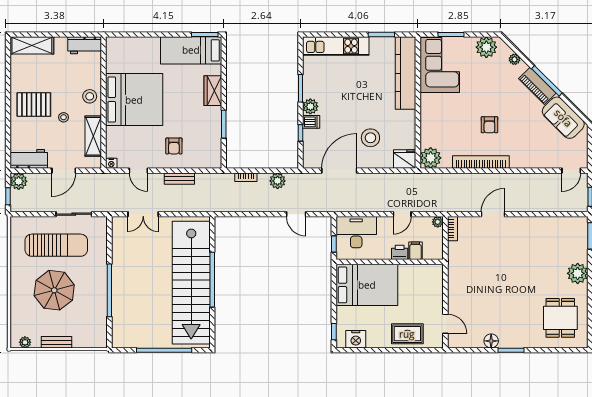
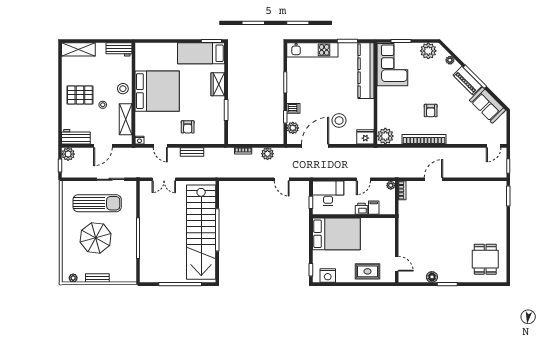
plant: (310, 106) -> (293, 128), moved
plant: (578, 273) -> (499, 225), removed

